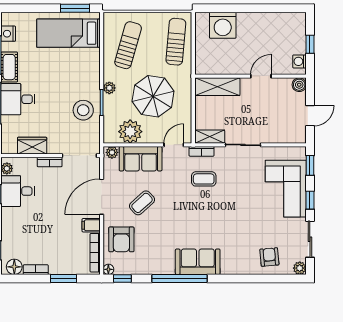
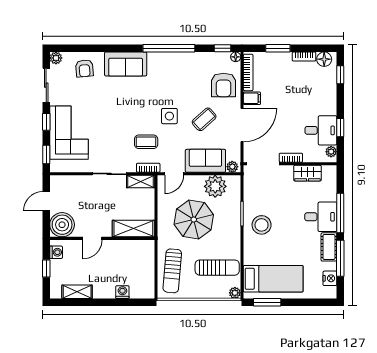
shelving: (277, 19) -> (77, 292), added
washing machine: (223, 25) -> (122, 292), width x0.53, depth x0.53
sun lounger: (128, 45) -> (217, 268), turned -106
boiler: (299, 85) -> (62, 225), width x1.86, depth x1.86
plant: (109, 88) -> (235, 293), moved
stool: (83, 110) -> (262, 225), moved
side table: (179, 206) -> (169, 116), added
armchair: (121, 239) -> (224, 85), turned 180
sofa: (198, 262) -> (126, 64), moved

